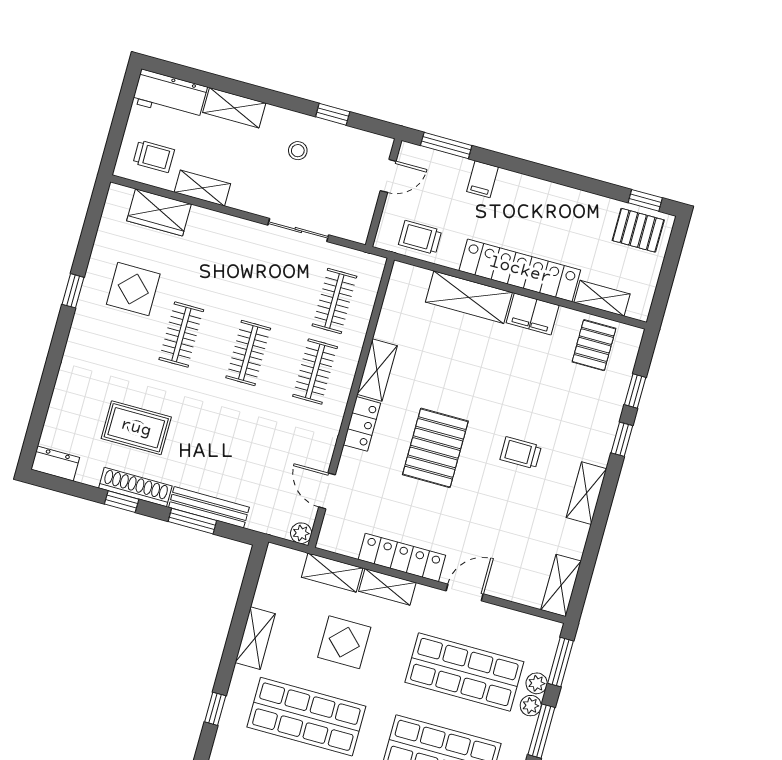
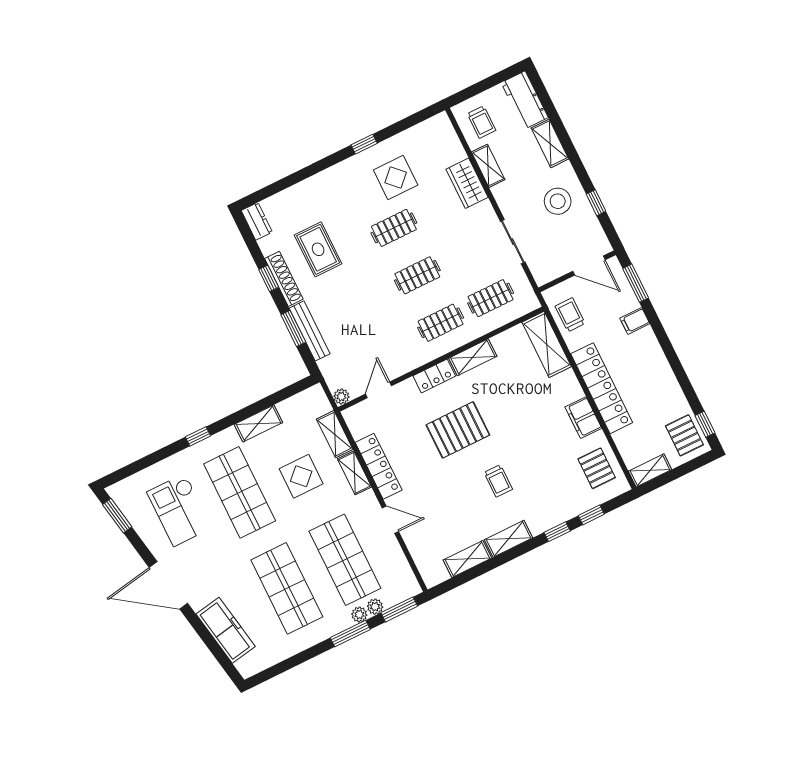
stool: (298, 151) -> (558, 201), width x1.89, depth x1.89
door: (388, 176) -> (589, 266), width x1.38
wardrobe: (159, 212) -> (467, 183), moved
shelving: (469, 297) -> (547, 344), moved
shelving: (602, 298) -> (650, 470), moved, turned 90
pallet: (594, 345) -> (597, 468), turned 90
trolley: (521, 453) -> (498, 481), turned 180
shelving: (561, 585) -> (467, 559), moved

